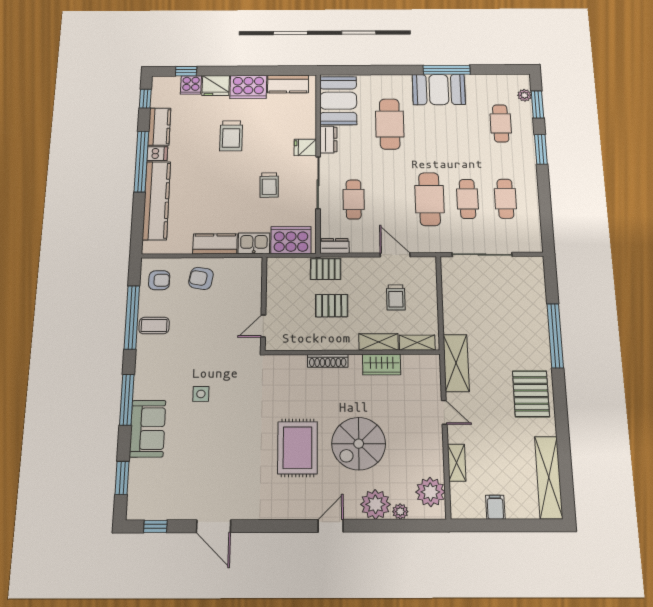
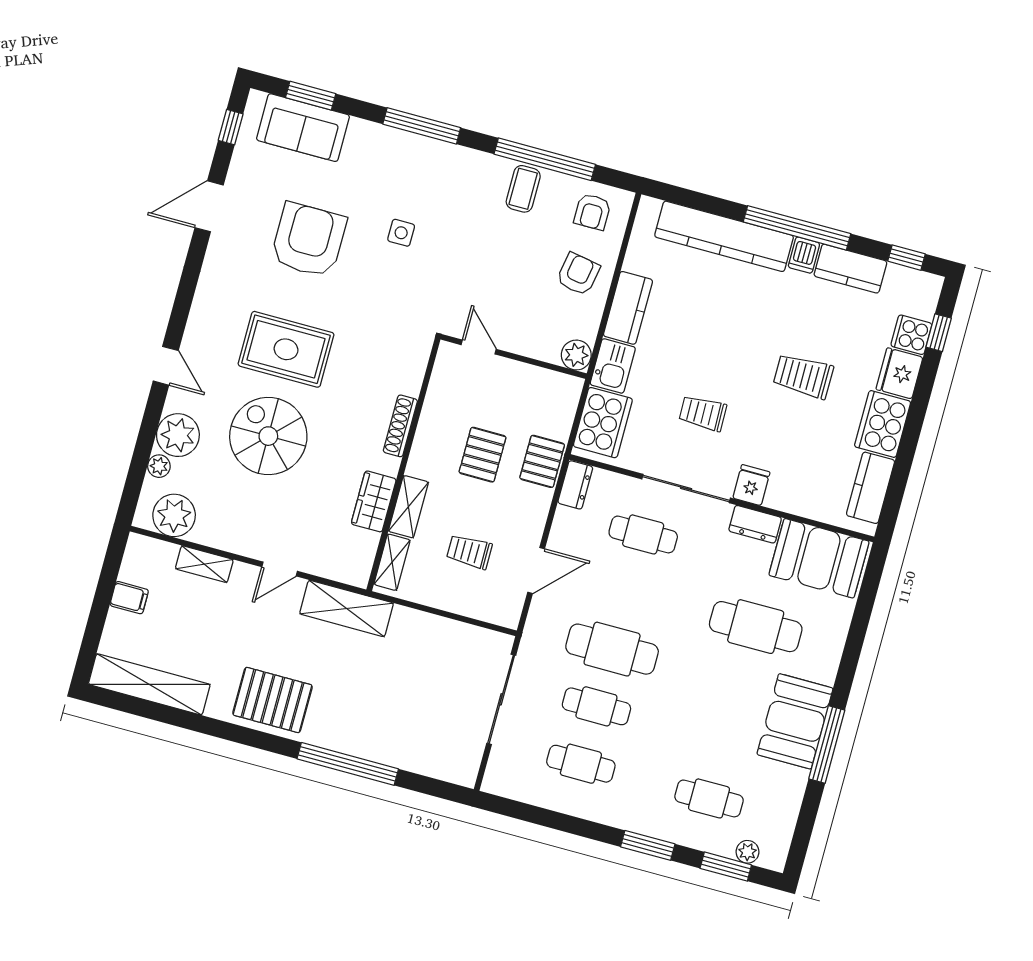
plant: (253, 266) -> (576, 355), added
sofa: (148, 429) -> (303, 128), moved
armchair: (220, 453) -> (309, 240), added

